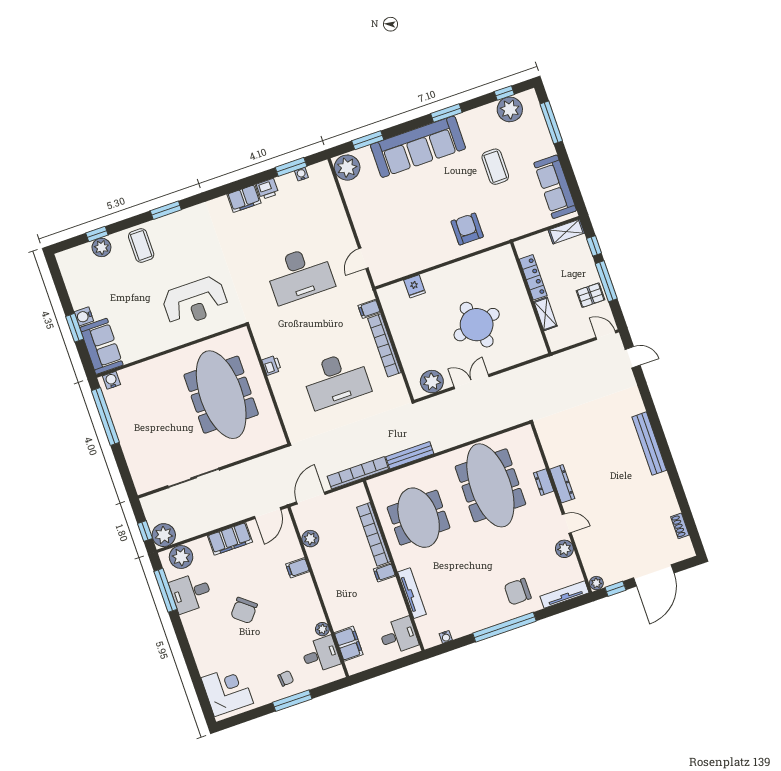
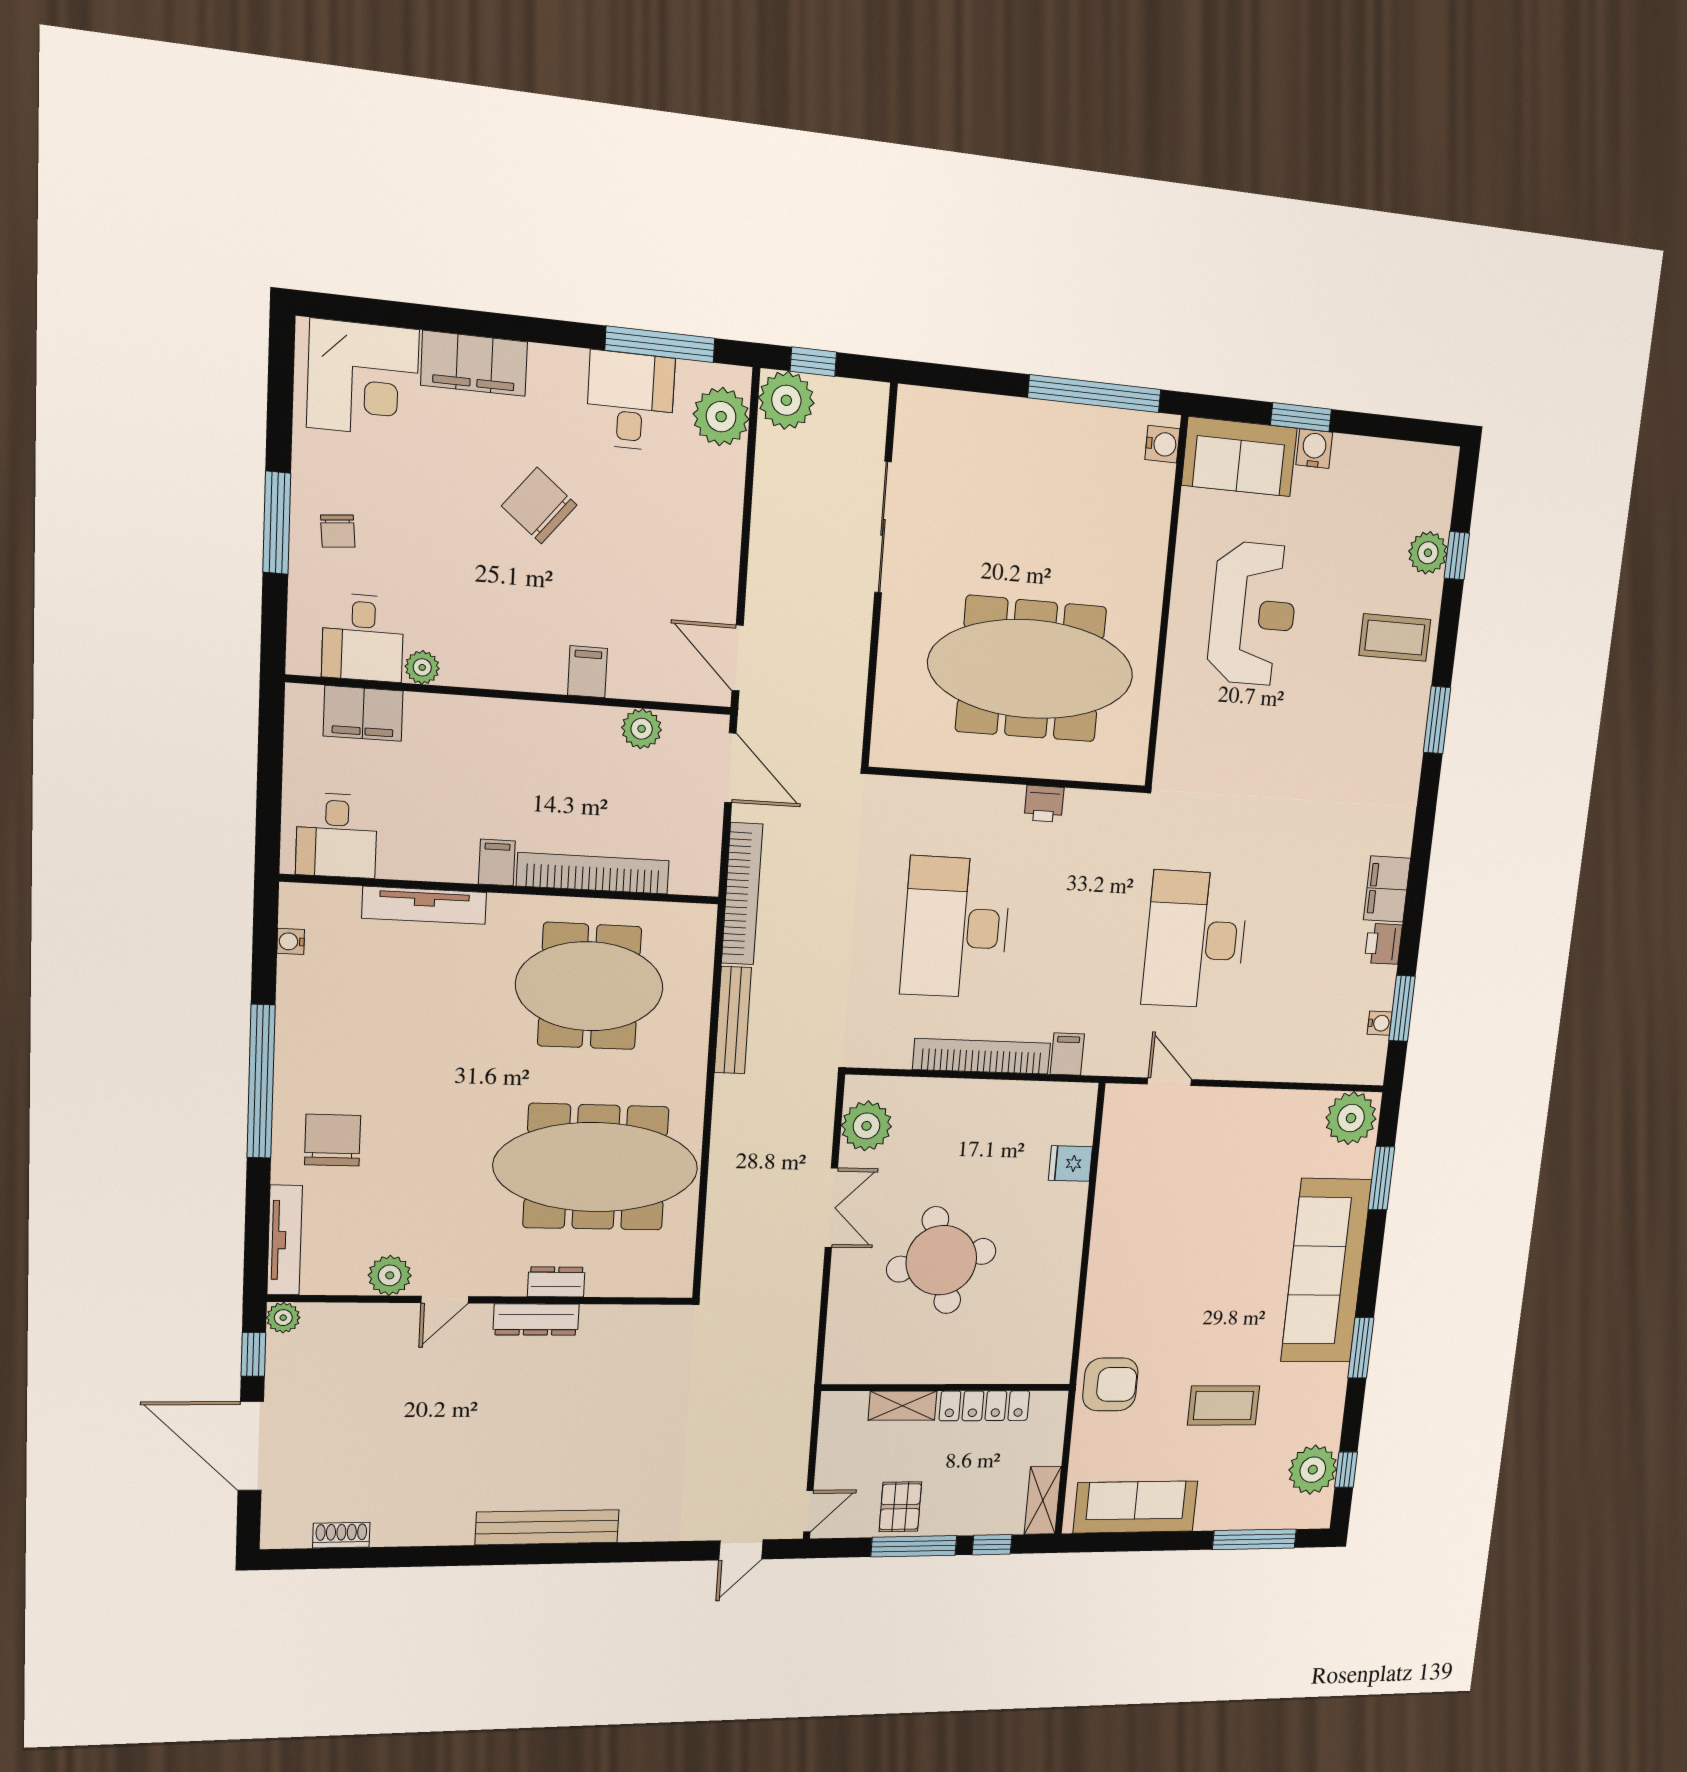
armchair: (467, 229) -> (1110, 1384), moved
reception desk: (195, 301) -> (1253, 614), moved, turned 180
filing cabinet: (230, 539) -> (474, 363), moved, turned -90

